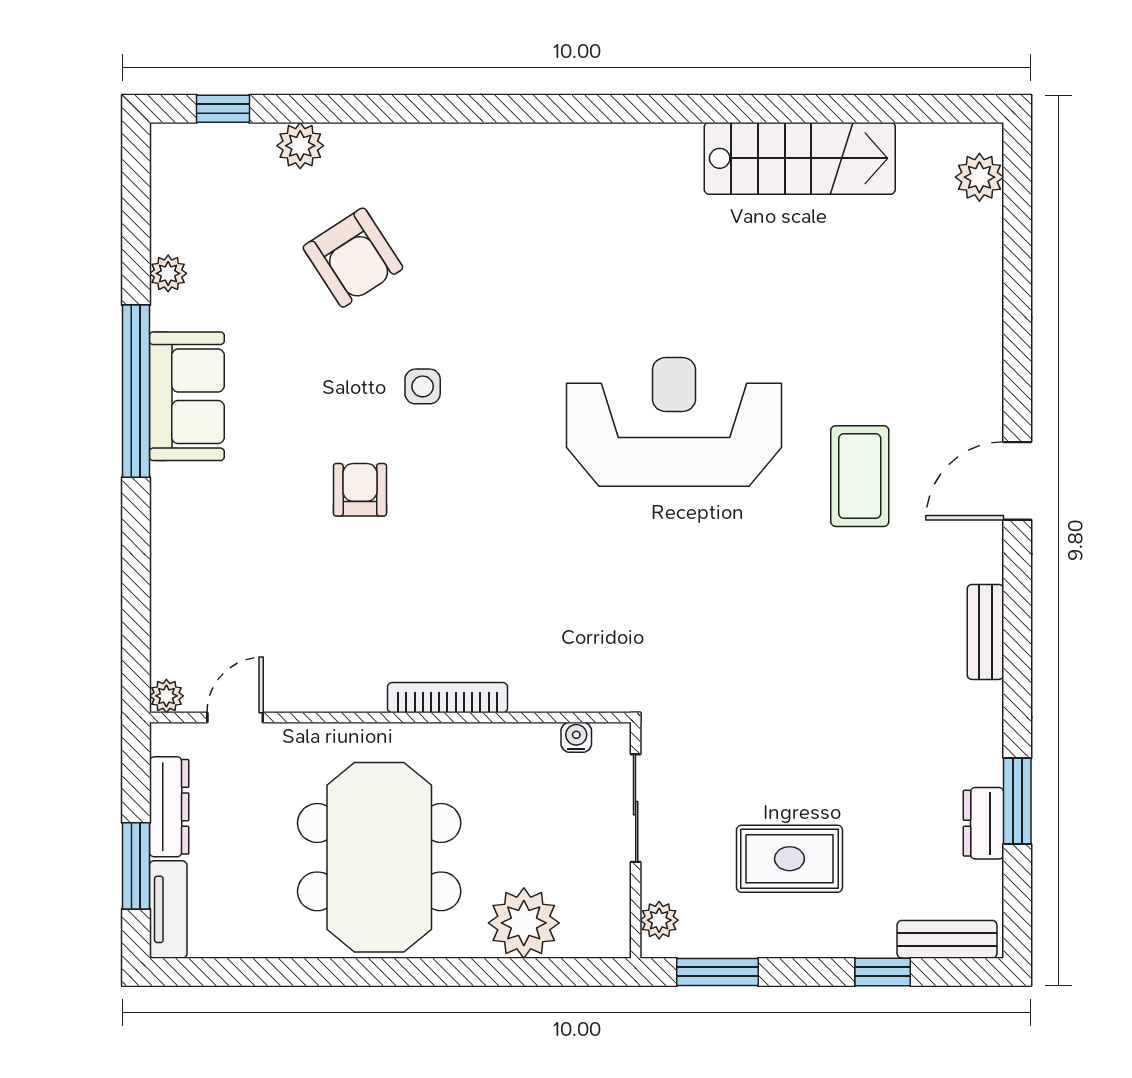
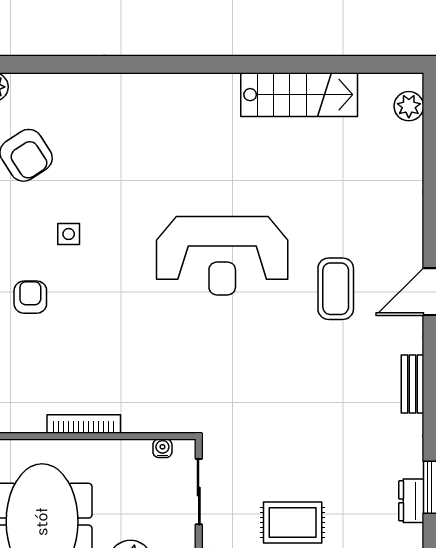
reception desk: (674, 422) -> (222, 256), turned 180

